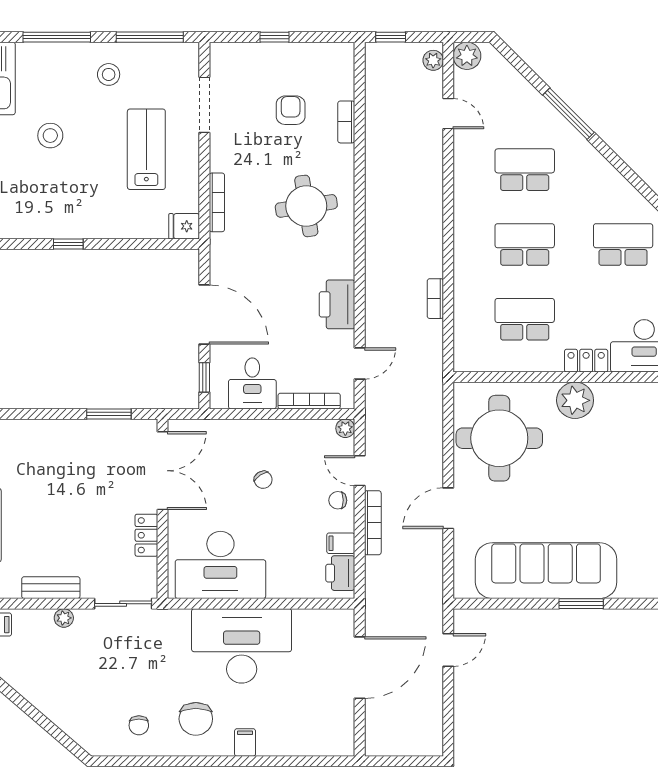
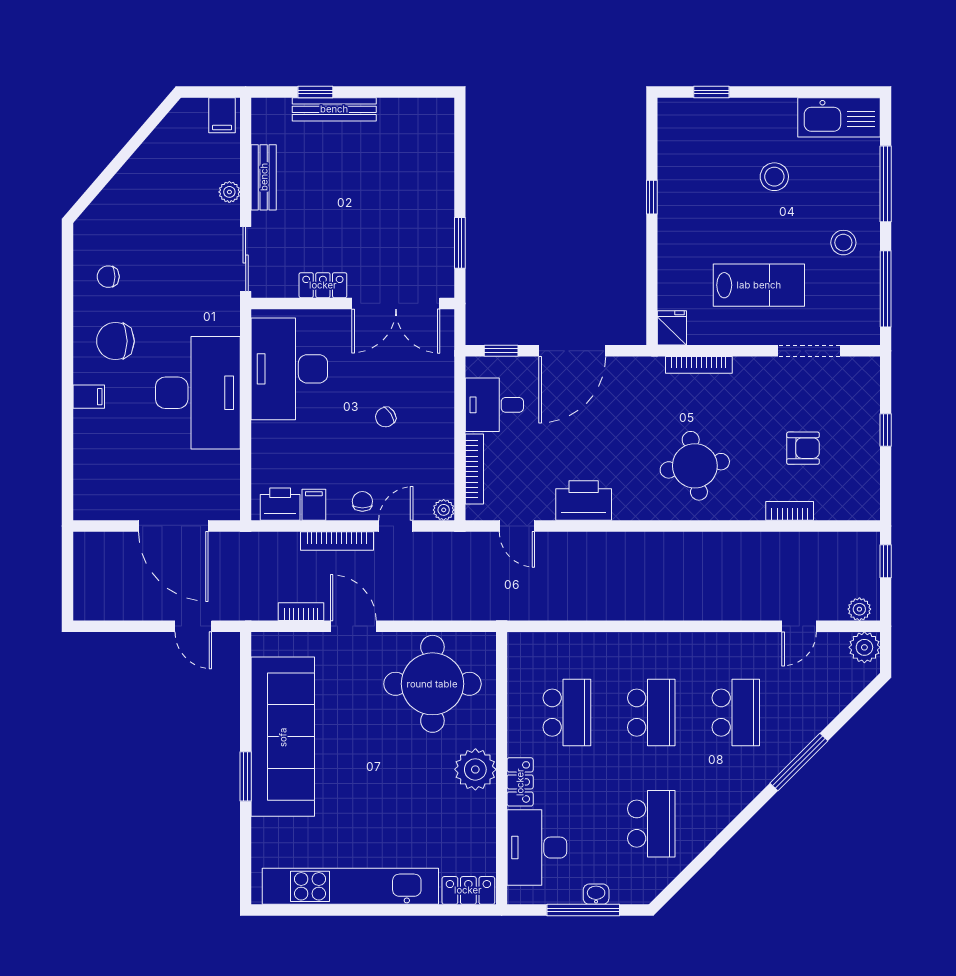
bookcase: (435, 299) -> (301, 612), moved

